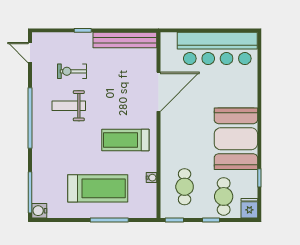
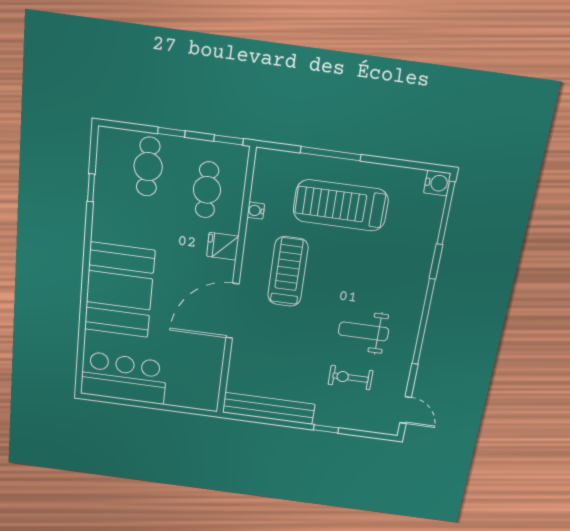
bar counter: (217, 48) -> (124, 378), width x0.73
exercise bike: (72, 71) -> (350, 378), turned 180
door: (159, 92) -> (233, 311), moved
weight bench: (69, 106) -> (364, 331), turned 180
booth: (236, 139) -> (119, 290), moved
treadmill: (125, 140) -> (288, 272), turned -90
fridge: (249, 208) -> (223, 246), moved, turned 90

